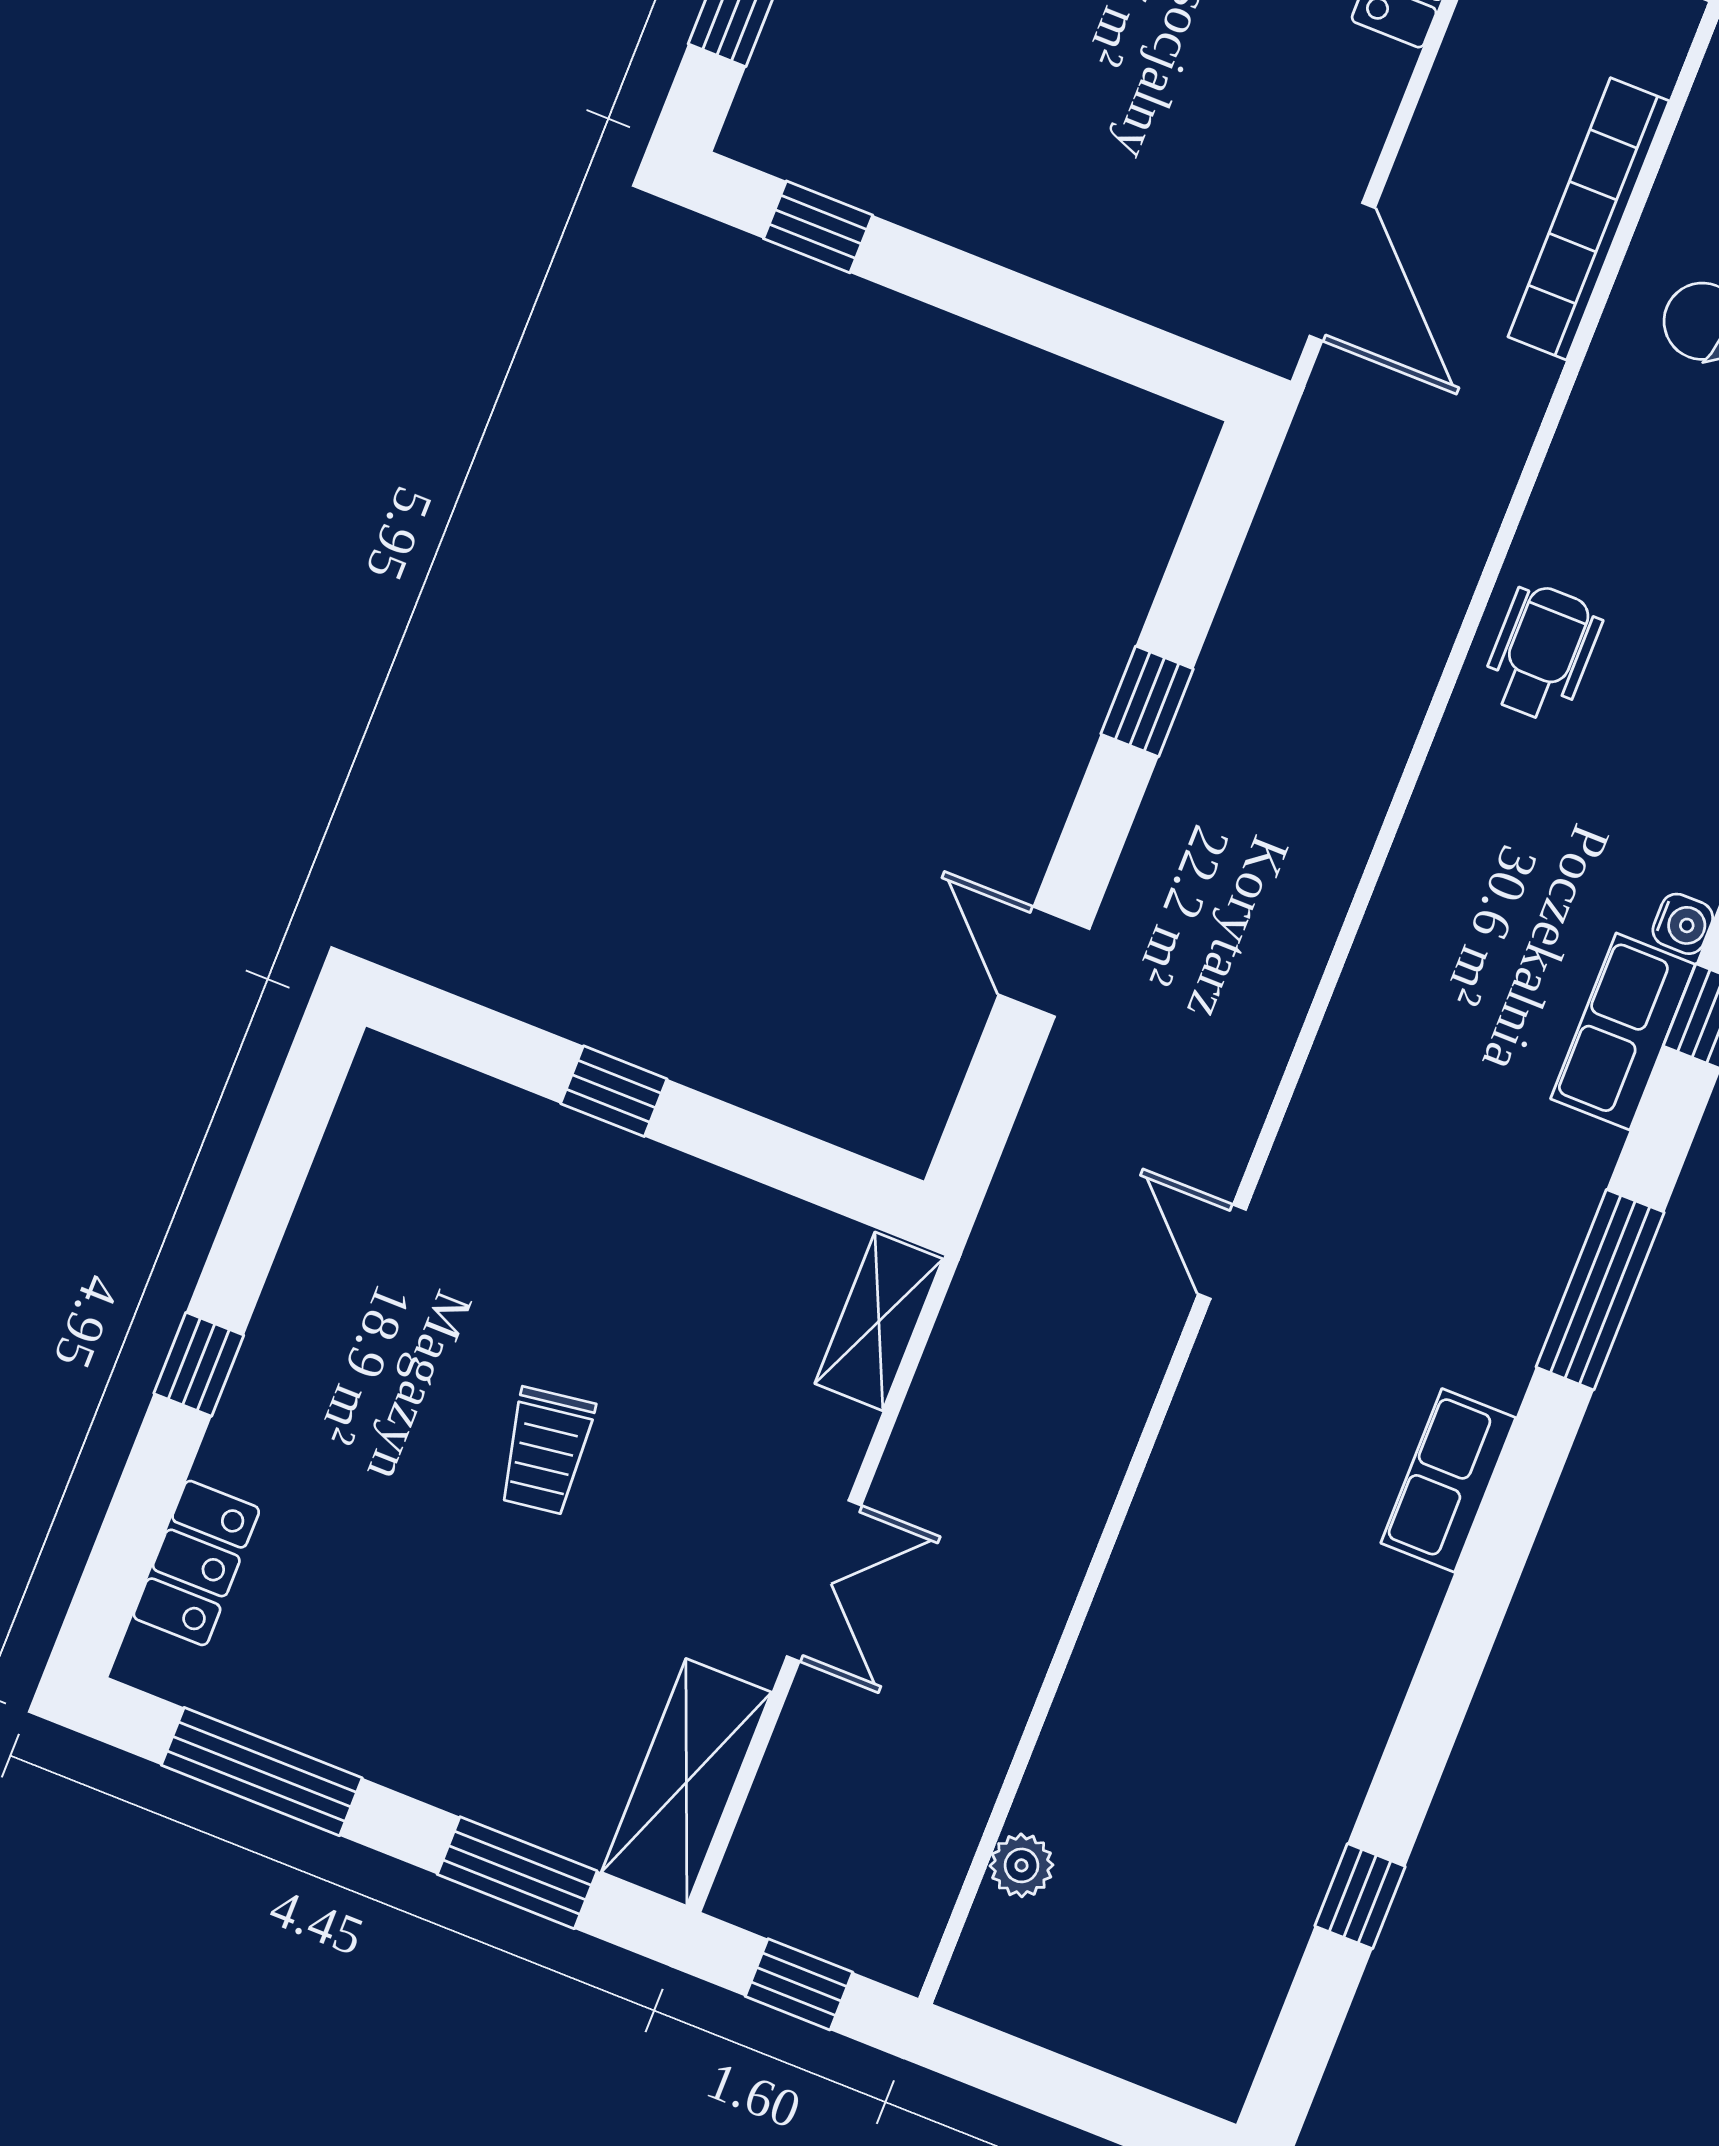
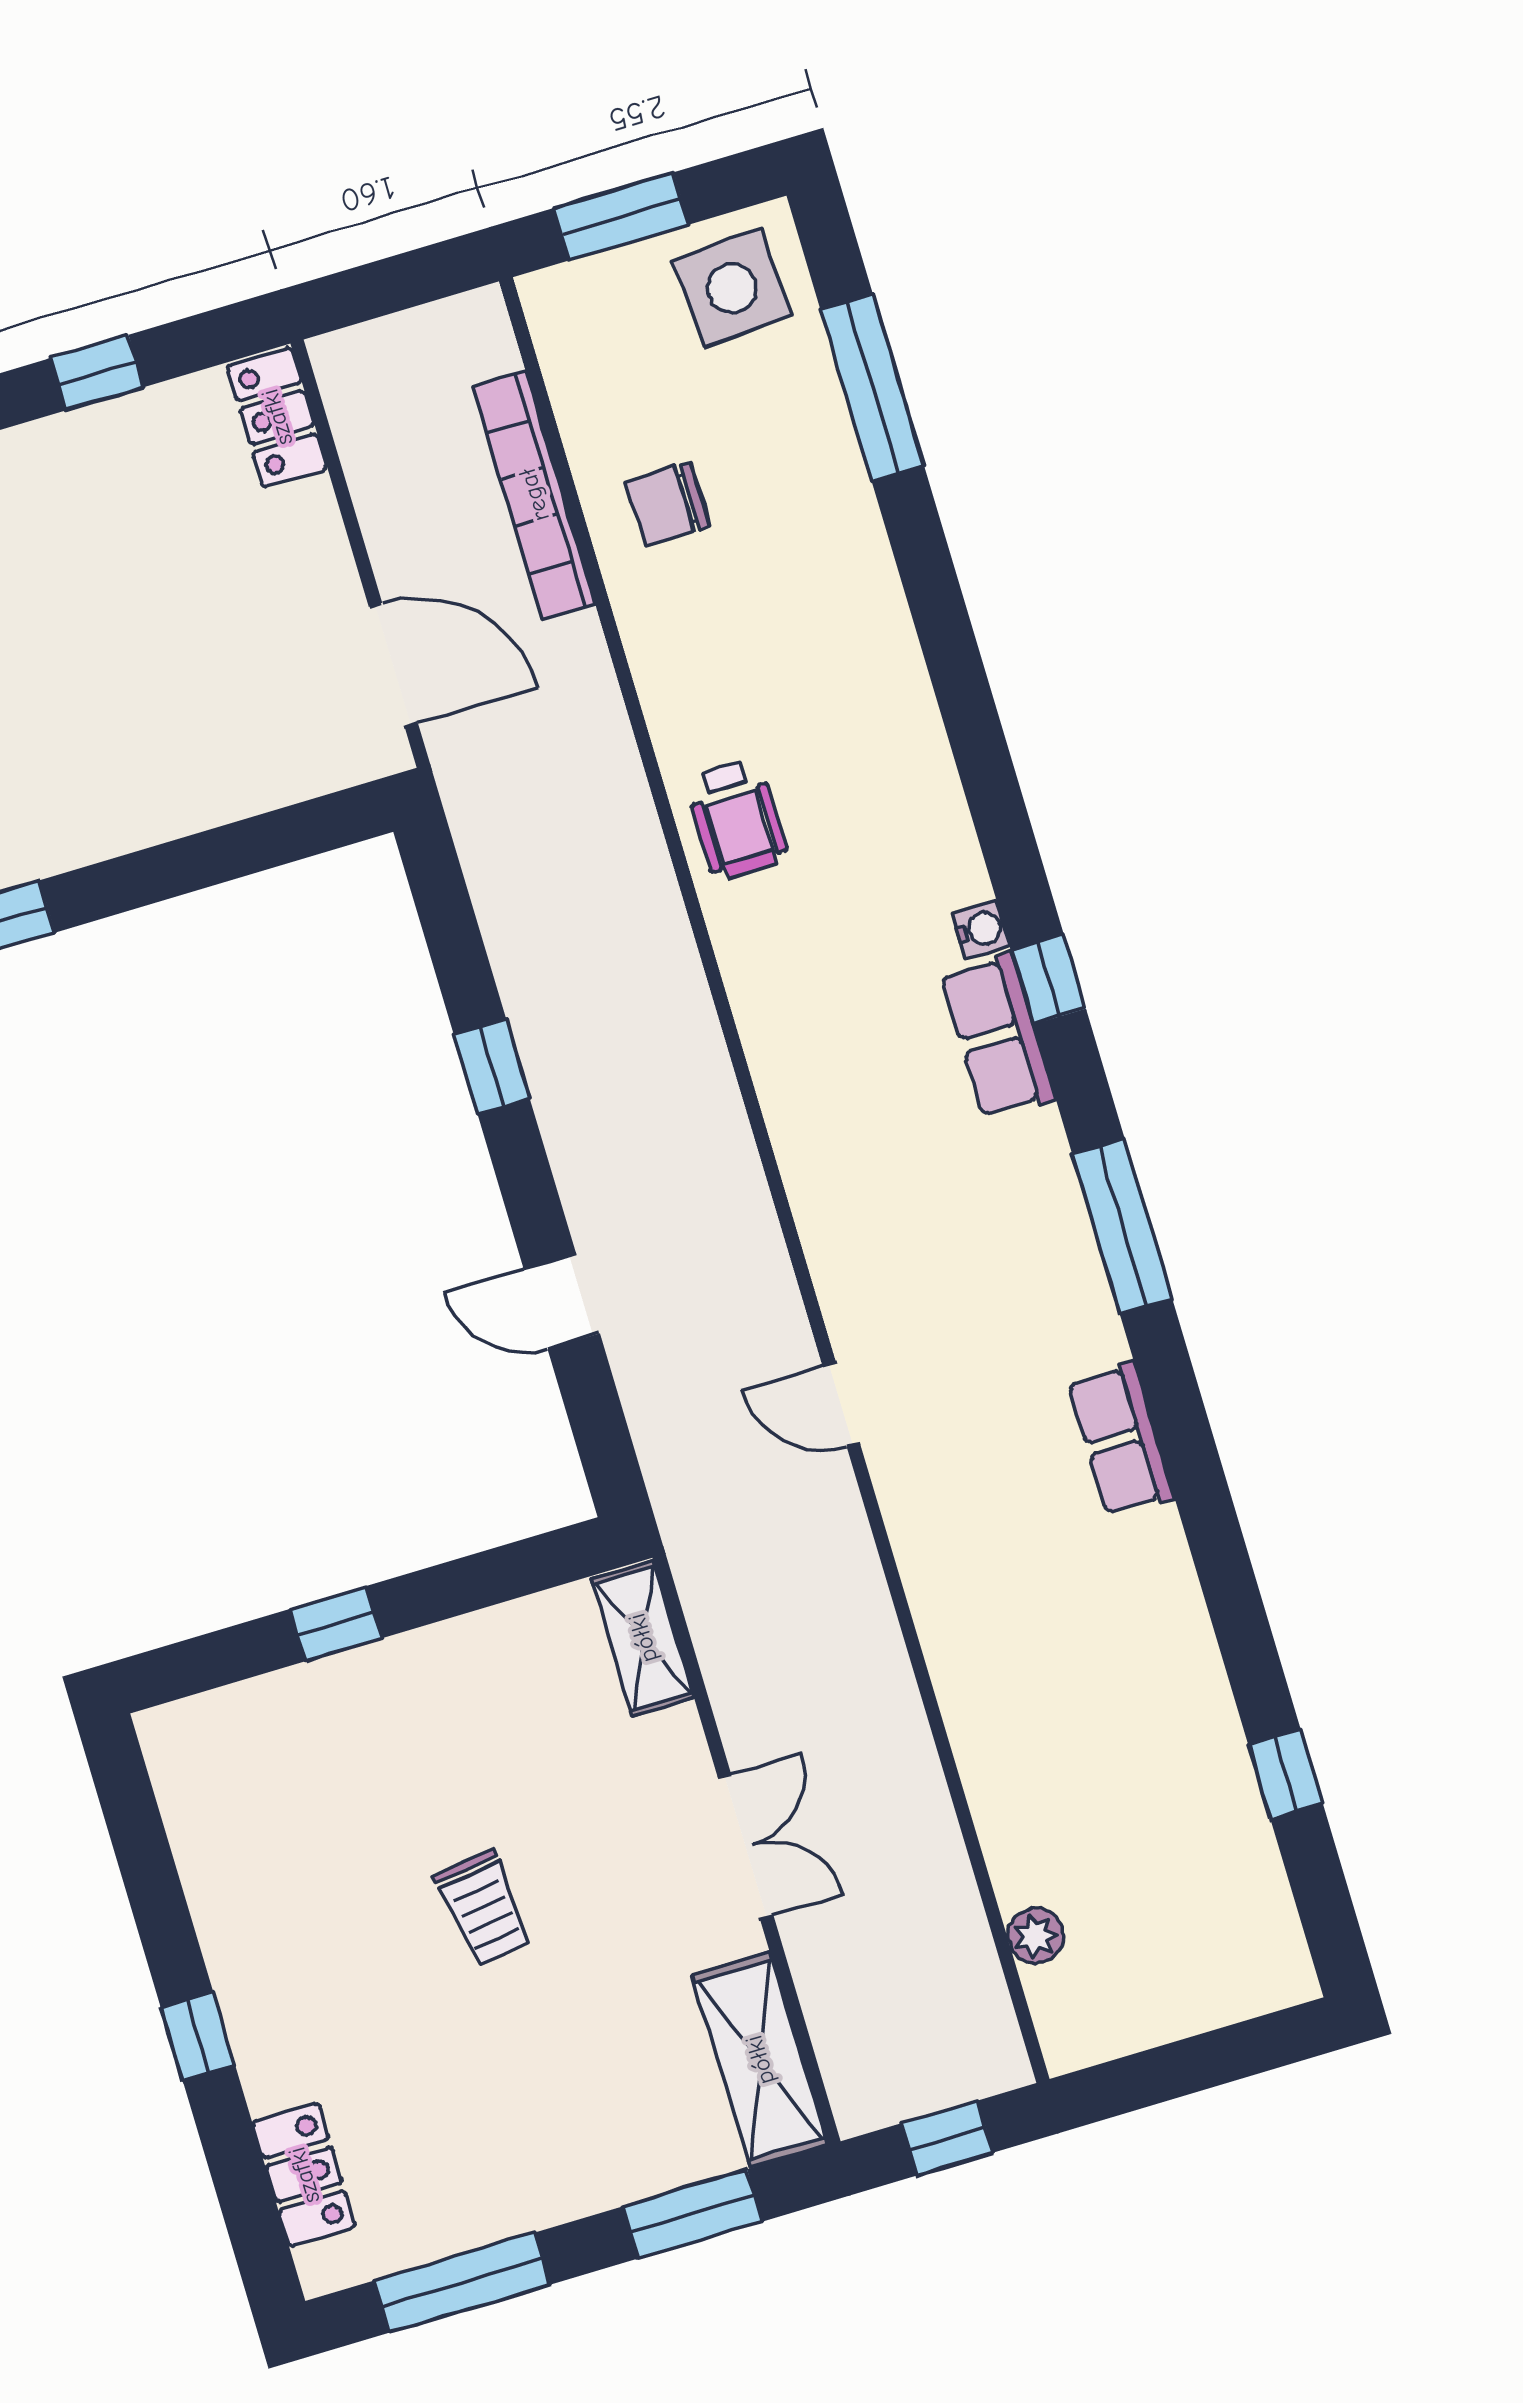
wheelchair: (1542, 653) -> (737, 819), turned 180

